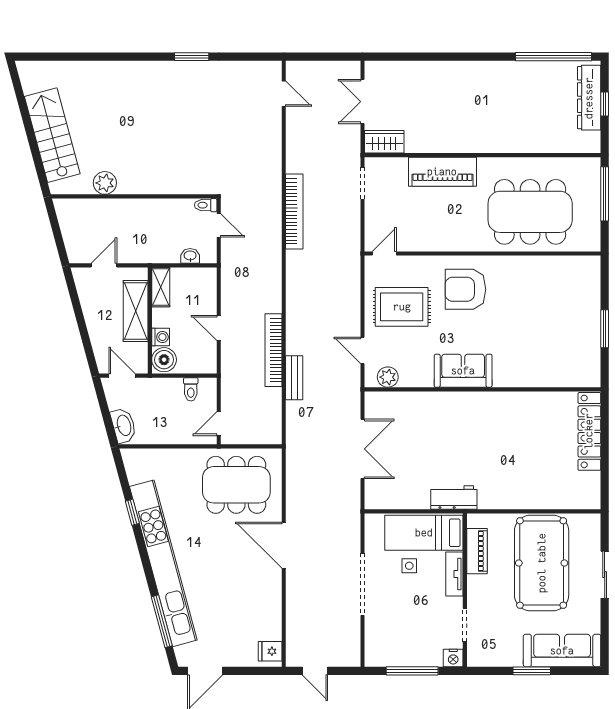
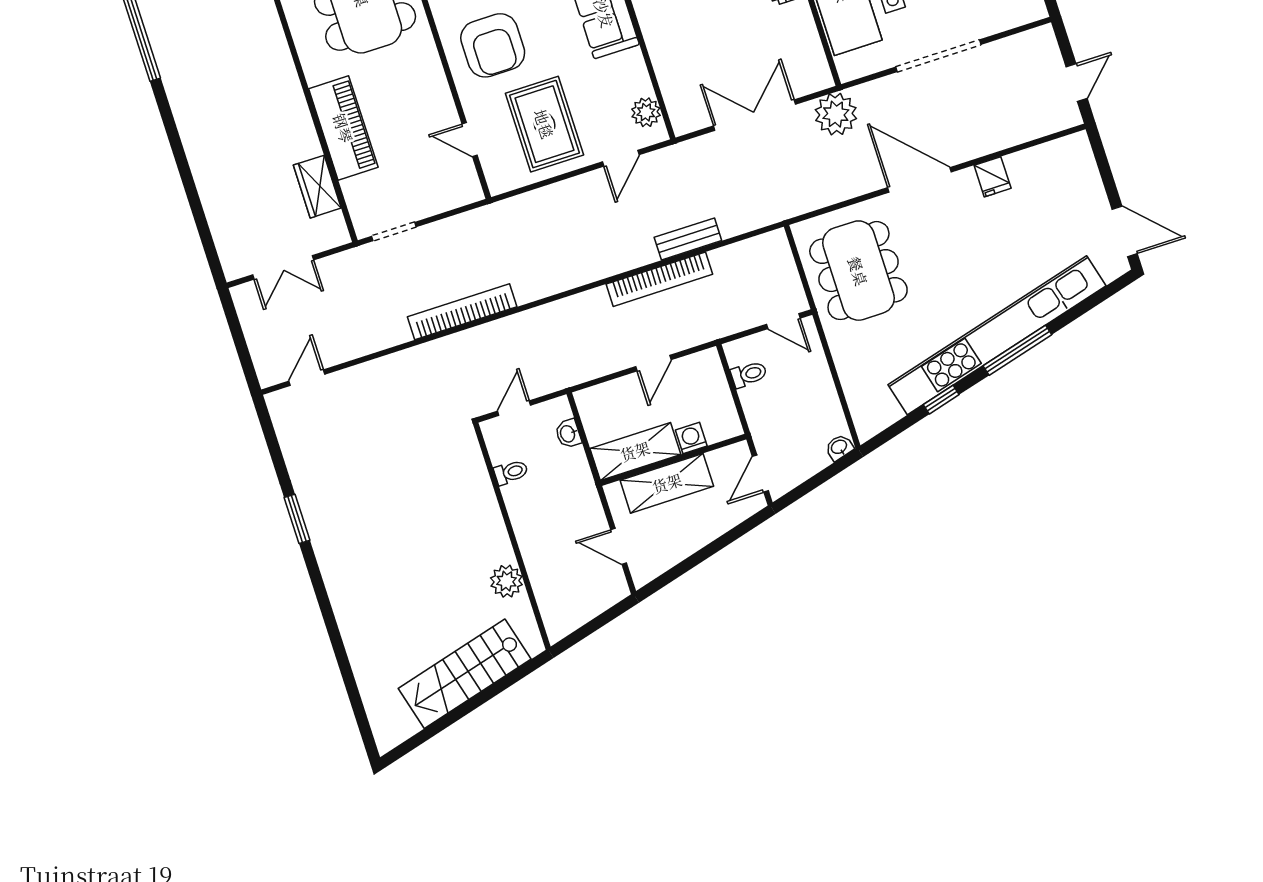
wardrobe: (384, 142) -> (317, 187), moved
toilet: (206, 205) -> (511, 472), moved, turned -90
door: (384, 253) -> (470, 140), moved
shelving: (161, 287) -> (635, 451), width x1.50, depth x1.33
boiler: (164, 360) -> (720, 423), removed
washbasin: (123, 425) -> (839, 447), width x0.52, depth x0.69
plant: (346, 503) -> (836, 114), added
door: (284, 545) -> (920, 180), swing flipped
window: (162, 621) -> (1017, 350), moved
fridge: (270, 651) -> (993, 177), moved

